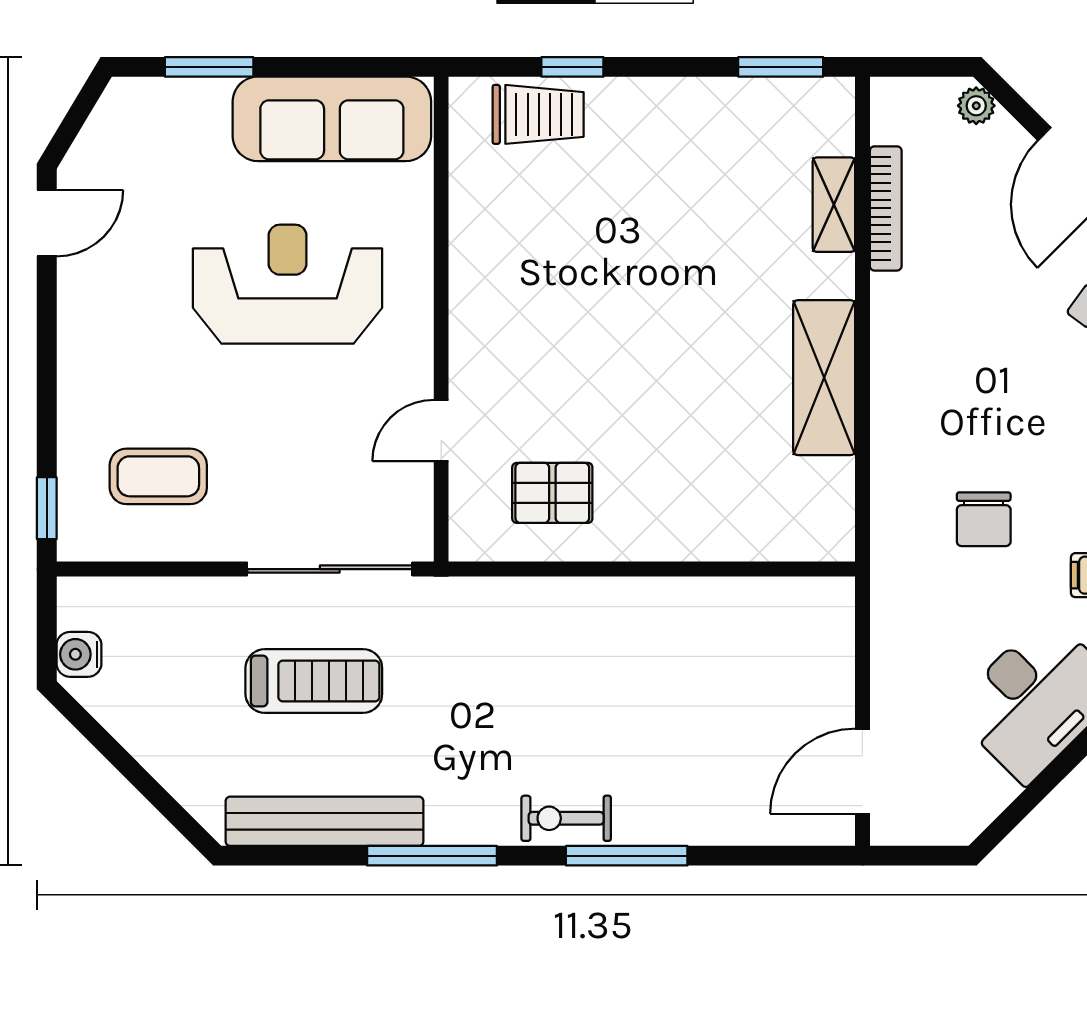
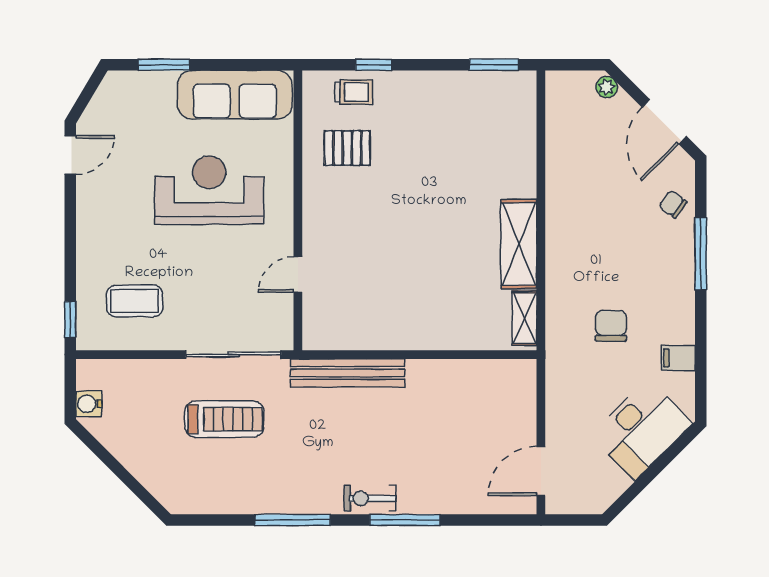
trolley: (538, 114) -> (354, 92), width x0.73, depth x0.72
shelving: (834, 205) -> (524, 318), moved
bookcase: (886, 208) -> (554, 146), removed
pallet: (552, 493) -> (347, 148), moved
chair: (984, 519) -> (611, 326), turned 180
bench: (325, 821) -> (348, 373), moved

